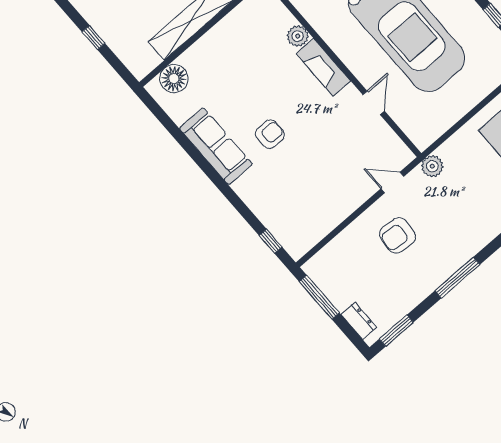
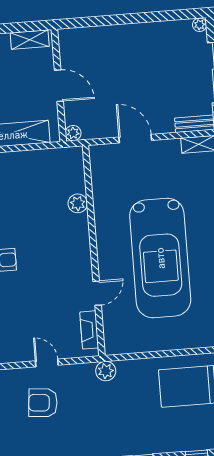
fireplace: (323, 67) -> (89, 330), moved, width x0.73, depth x0.76
door: (392, 183) -> (47, 363), moved

